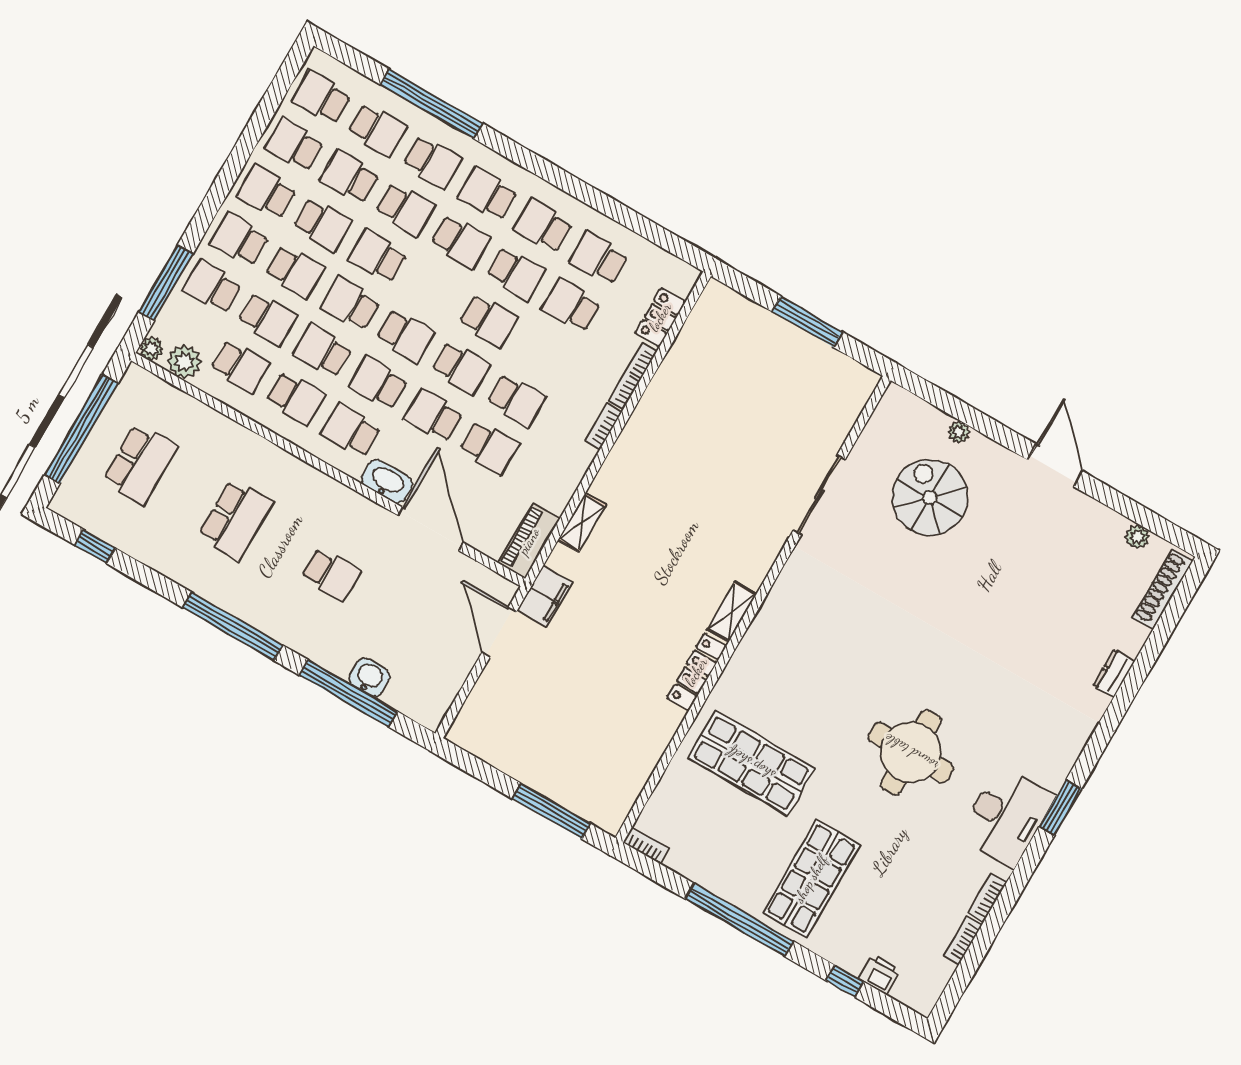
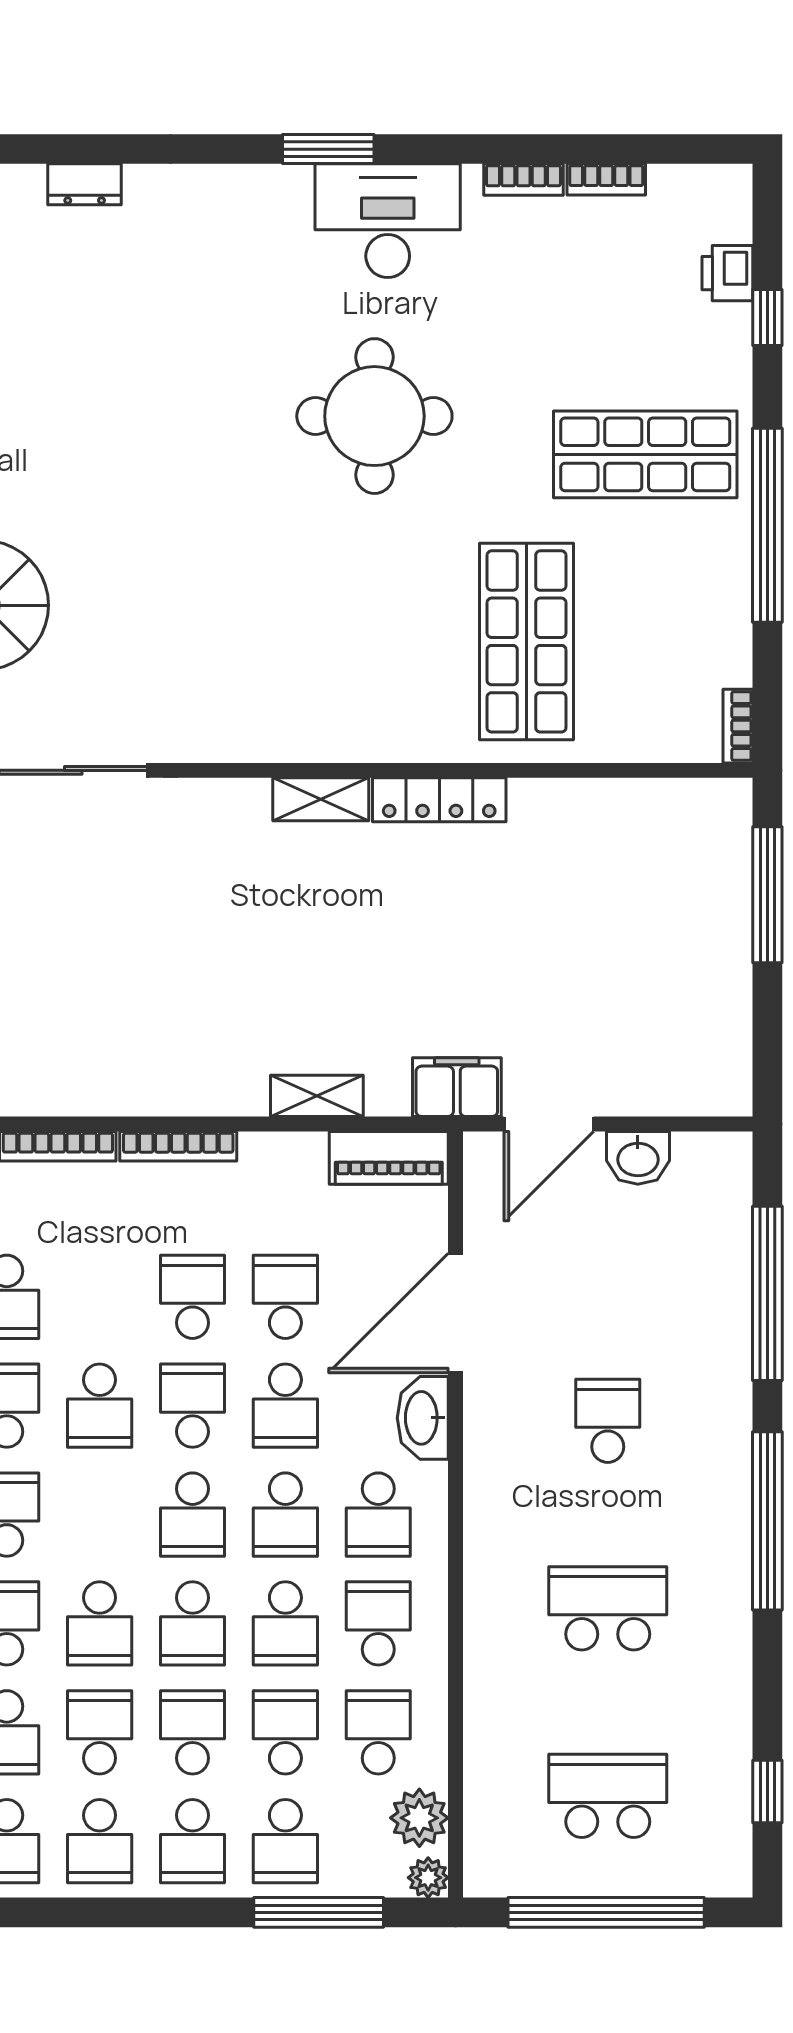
school desk: (488, 321) -> (100, 1406), turned 180
school desk: (406, 336) -> (192, 1515), turned 180
bookcase: (603, 426) -> (178, 1146), width x1.56
washbasin: (369, 677) -> (638, 1158), moved, turned -90

